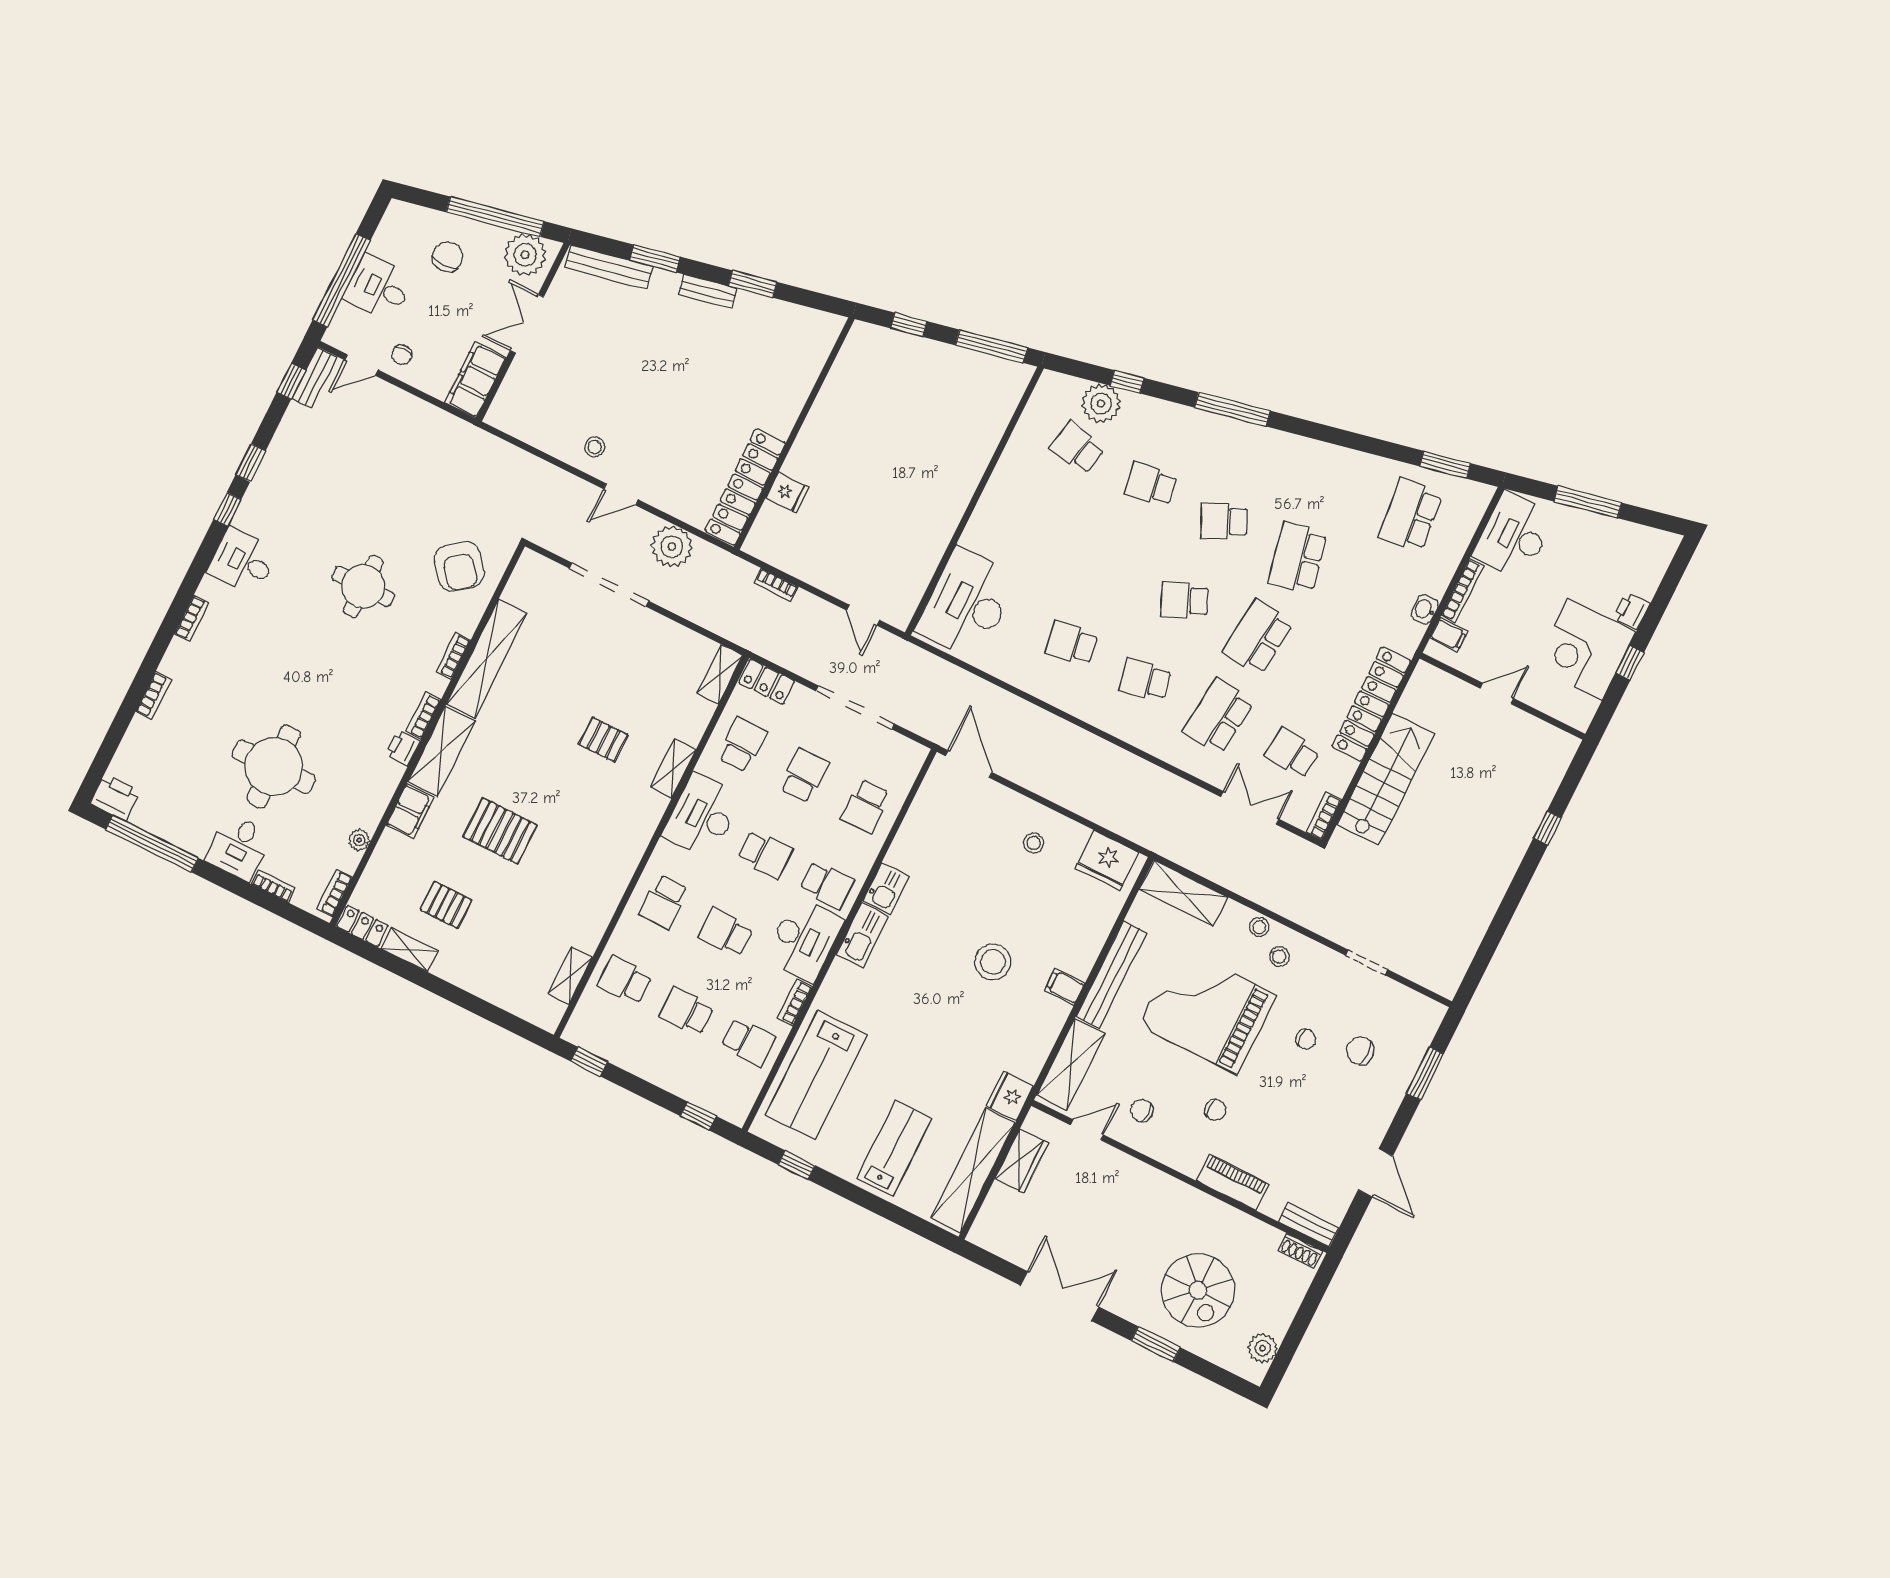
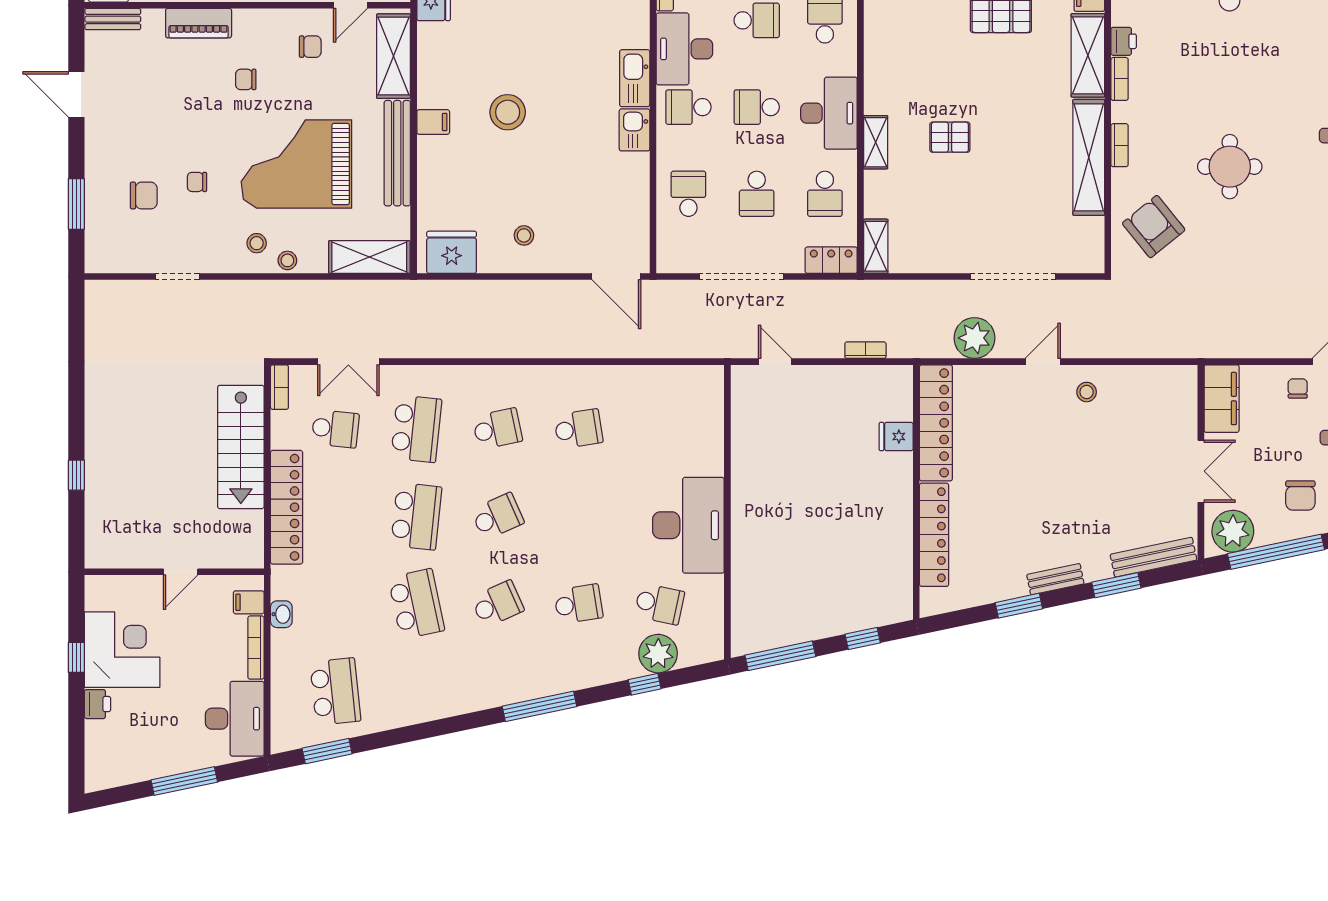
locker: (797, 387) -> (934, 535), added
desk: (967, 604) -> (688, 525), moved
grand piano: (1208, 1010) -> (296, 164), turned 180

